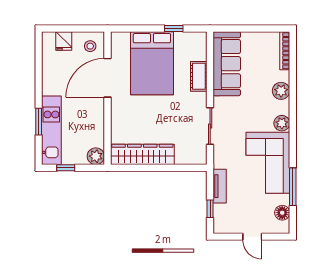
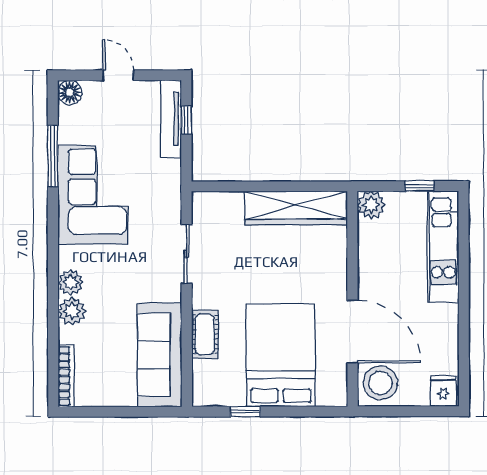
fridge: (64, 41) -> (443, 391), moved
stool: (90, 46) -> (381, 383), width x1.89, depth x1.89
door: (107, 78) -> (352, 332), hinge flipped
window: (39, 122) -> (464, 261), removed
plant: (282, 123) -> (71, 283), moved
tv unit: (220, 186) -> (171, 119), moved, width x1.41
floor lamp: (282, 213) -> (70, 92), moved

